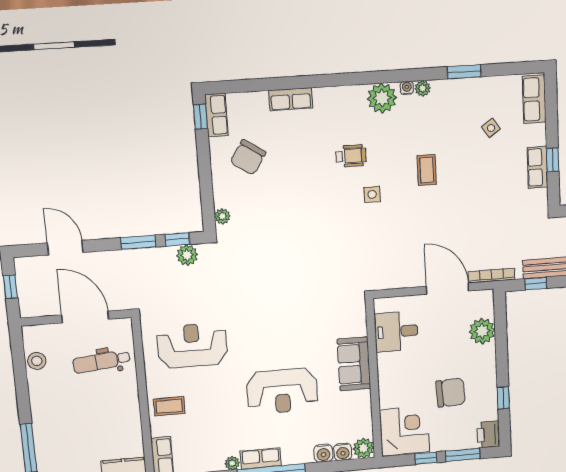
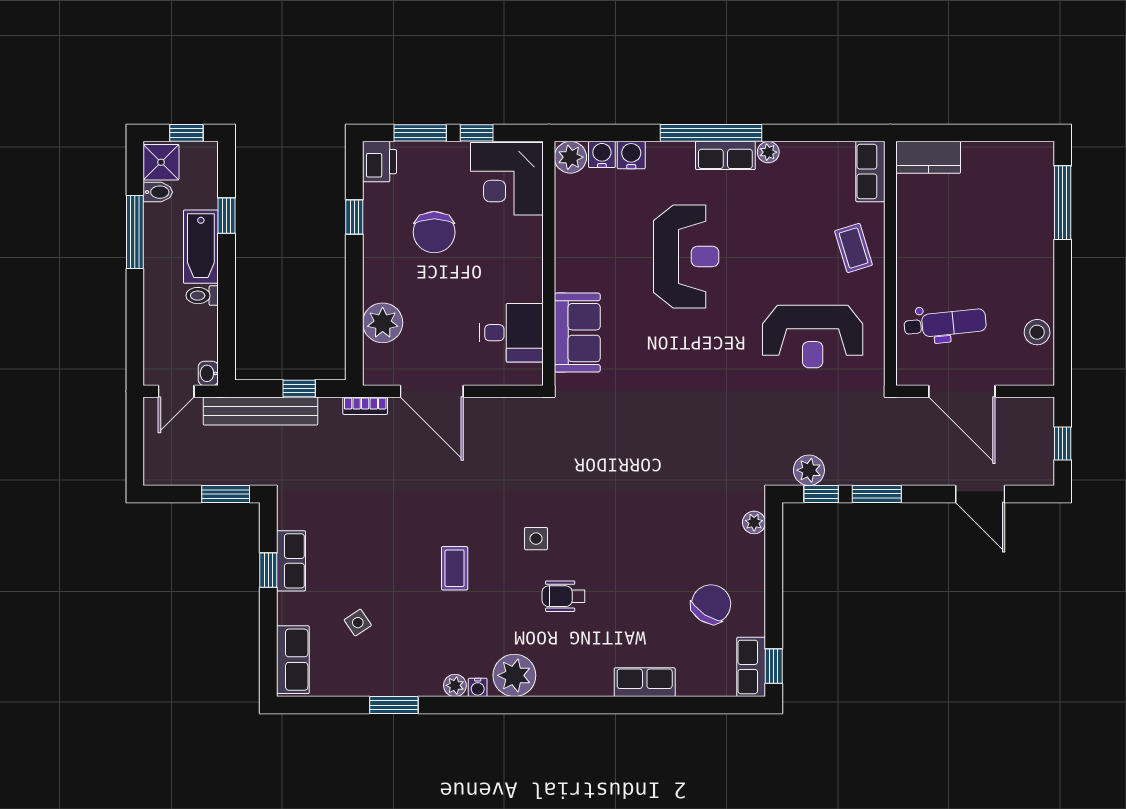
bookcase: (492, 276) -> (365, 406), width x0.64
sofa: (354, 364) -> (577, 333), moved
reception desk: (282, 391) -> (686, 256), turned 90
chair: (451, 393) -> (434, 232), turned -88
coffee table: (169, 406) -> (853, 248), turned 73

